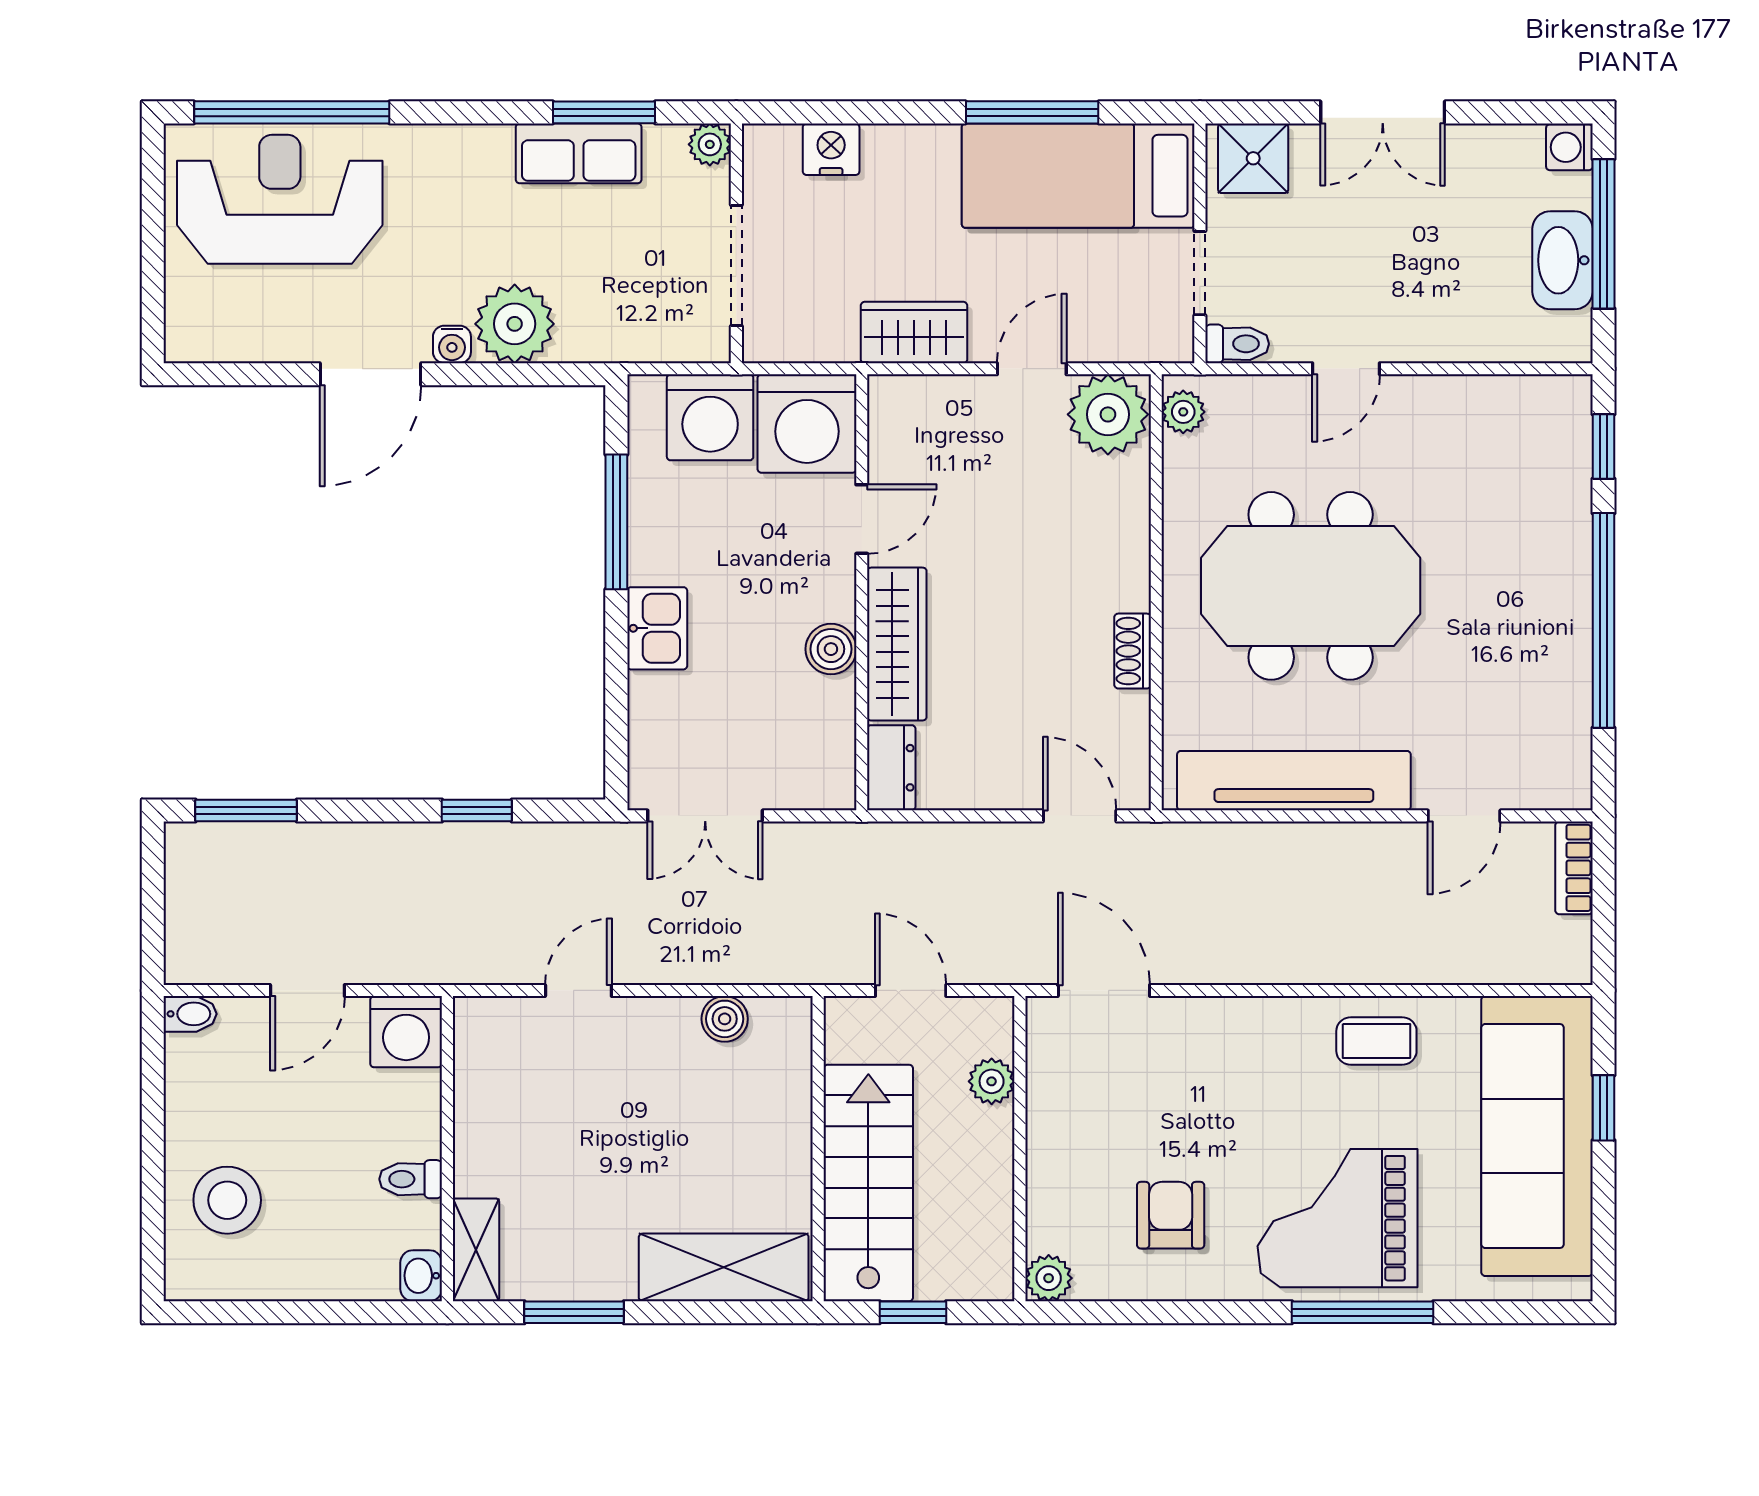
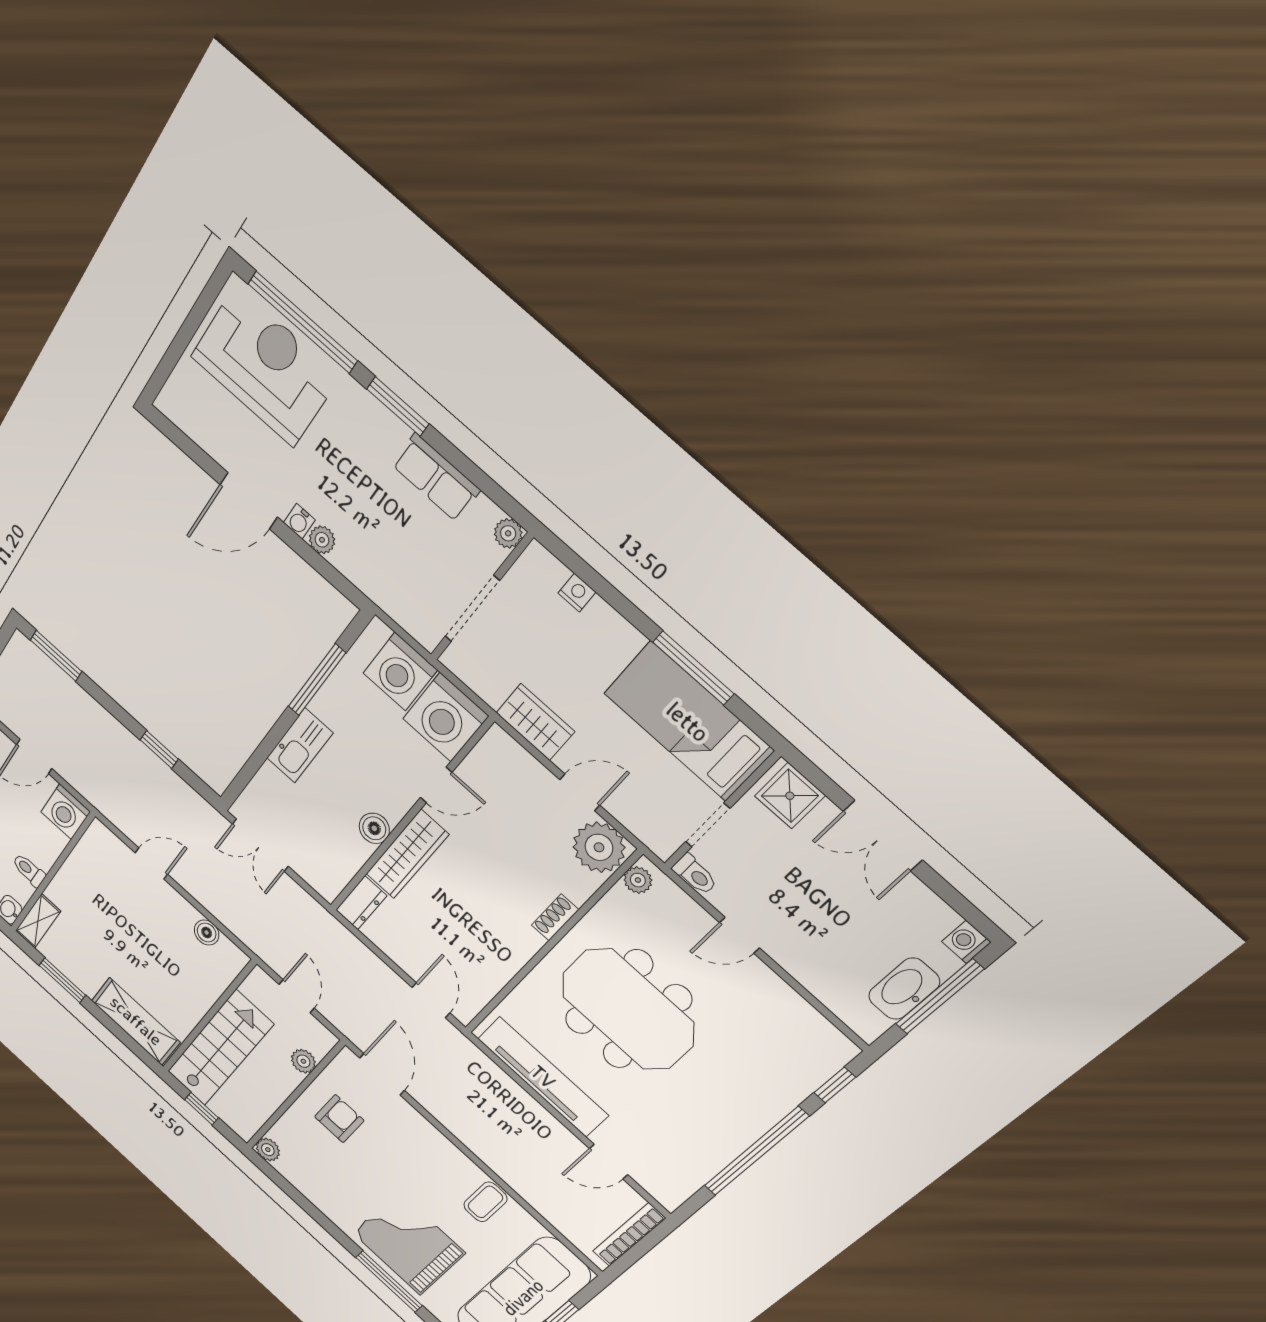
window: (604, 112) -> (398, 406), moved
nightstand: (831, 149) -> (577, 593), width x0.72, depth x0.74
plant: (515, 324) -> (322, 540), width x0.53, depth x0.53
kitchen sink: (657, 628) -> (300, 746), width x1.38
shoe rack: (1133, 651) -> (555, 917), moved
bookcase: (1574, 868) -> (629, 1235), width x1.56
coffee table: (1376, 1041) -> (485, 1202), turned 90
armchair: (1171, 1215) -> (339, 1119), moved

